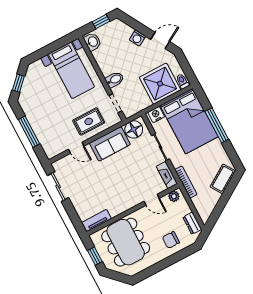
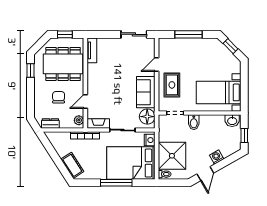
chair: (171, 240) -> (59, 97), moved
window: (150, 272) -> (30, 71), added

